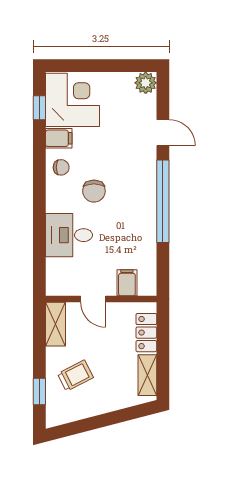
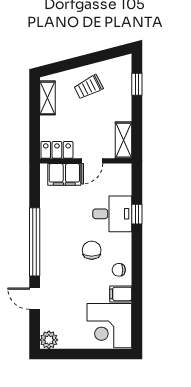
window: (39, 108) -> (137, 214), moved
filing cabinet: (127, 283) -> (64, 174), width x2.00
door: (93, 299) -> (92, 161), swing flipped
locker: (146, 333) -> (57, 150), moved, turned -90
trolley: (75, 376) -> (89, 87), moved

